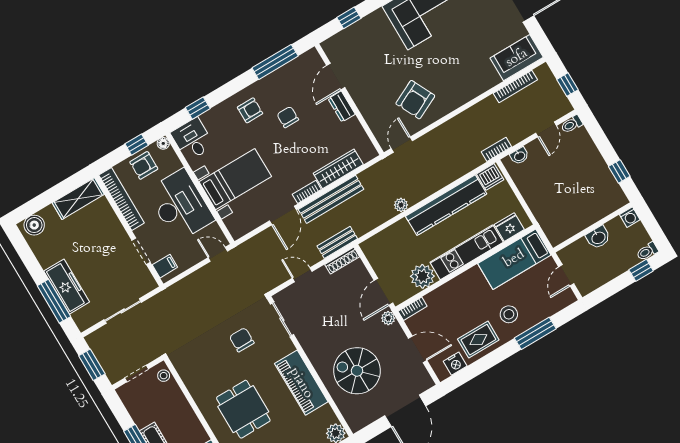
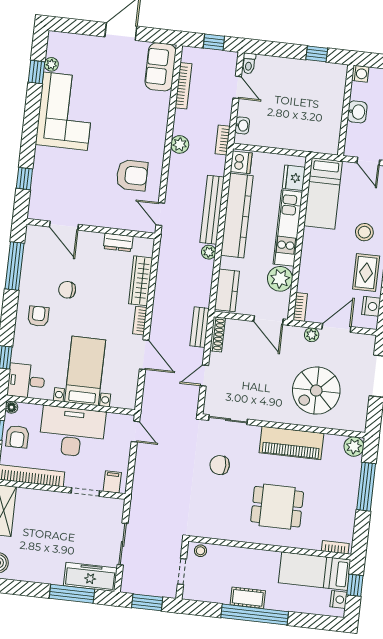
armchair: (415, 100) -> (132, 175), turned -64
dresser: (342, 107) -> (118, 242), moved
plant: (468, 119) -> (180, 144), added
bench: (331, 199) -> (212, 210), moved
kitchen counter: (382, 242) -> (227, 290), added
door: (218, 254) -> (135, 432), swing flipped
freezer: (67, 287) -> (90, 577), moved
plant: (388, 318) -> (312, 335), moved

